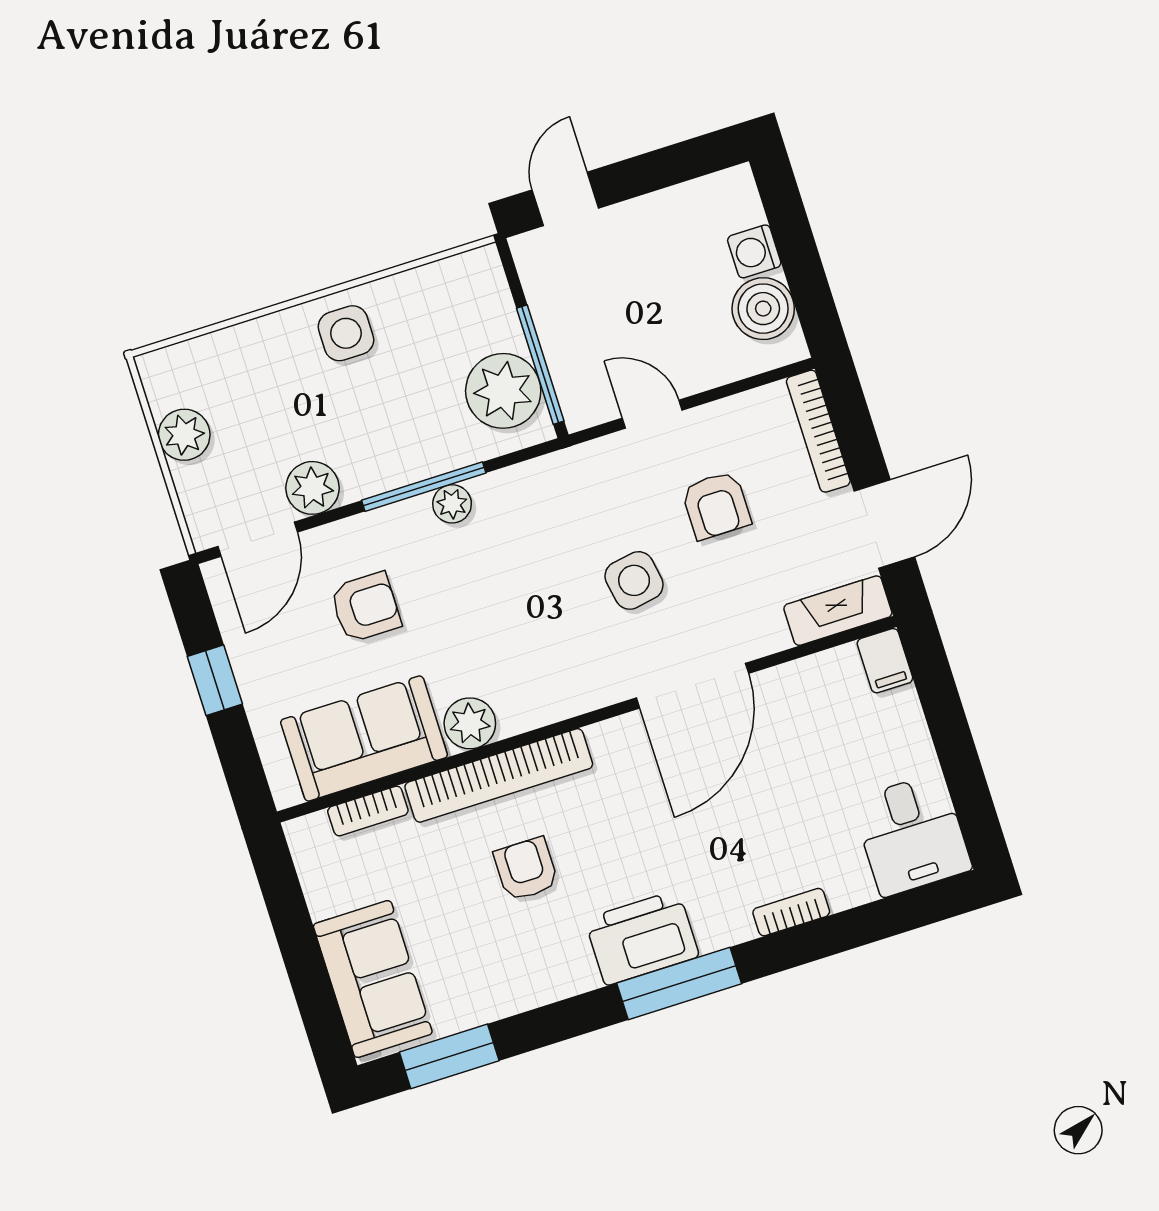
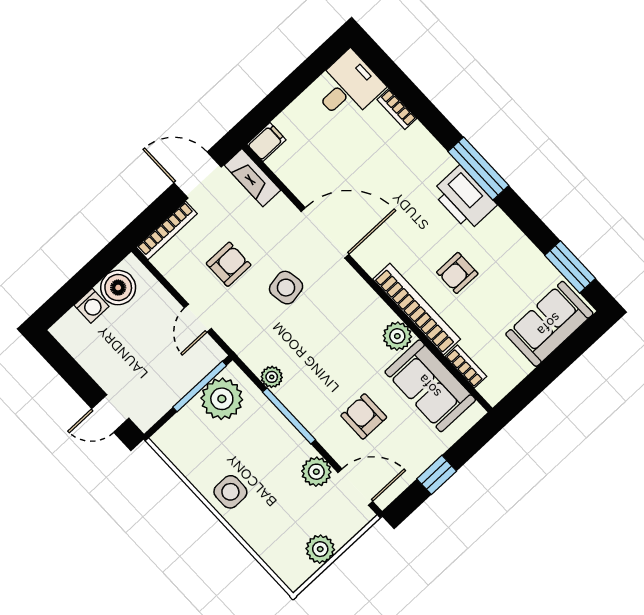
plant: (452, 504) -> (272, 377), moved
bookcase: (791, 912) -> (397, 109), moved

